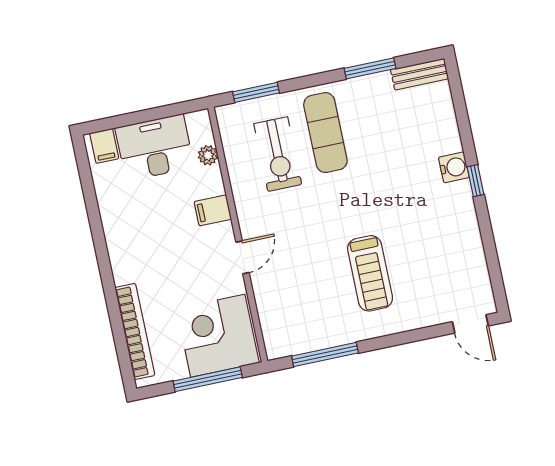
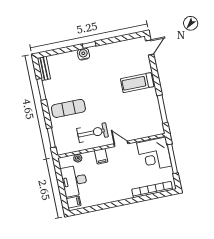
exercise bike: (278, 154) -> (92, 133), moved
treadmill: (370, 273) -> (137, 83), moved, turned 180

